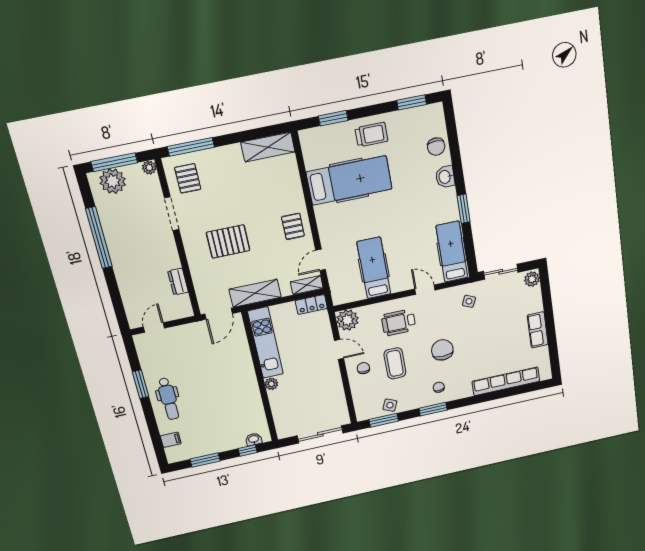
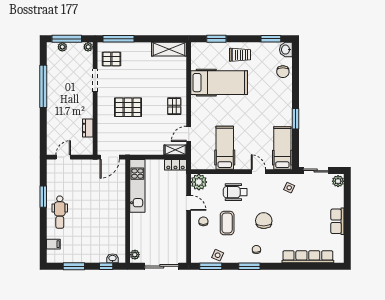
washbasin: (445, 177) -> (286, 50), moved
pallet: (188, 178) -> (111, 59), turned 90
plant: (113, 181) -> (62, 47), width x0.53, depth x0.53
shelving: (255, 293) -> (138, 148), removed
plant: (271, 384) -> (135, 255), moved

